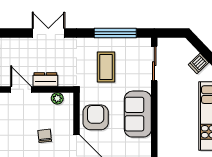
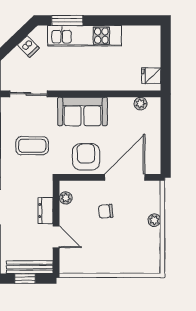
door: (21, 89) -> (56, 237), swing flipped
armchair: (96, 117) -> (86, 157), turned 90

